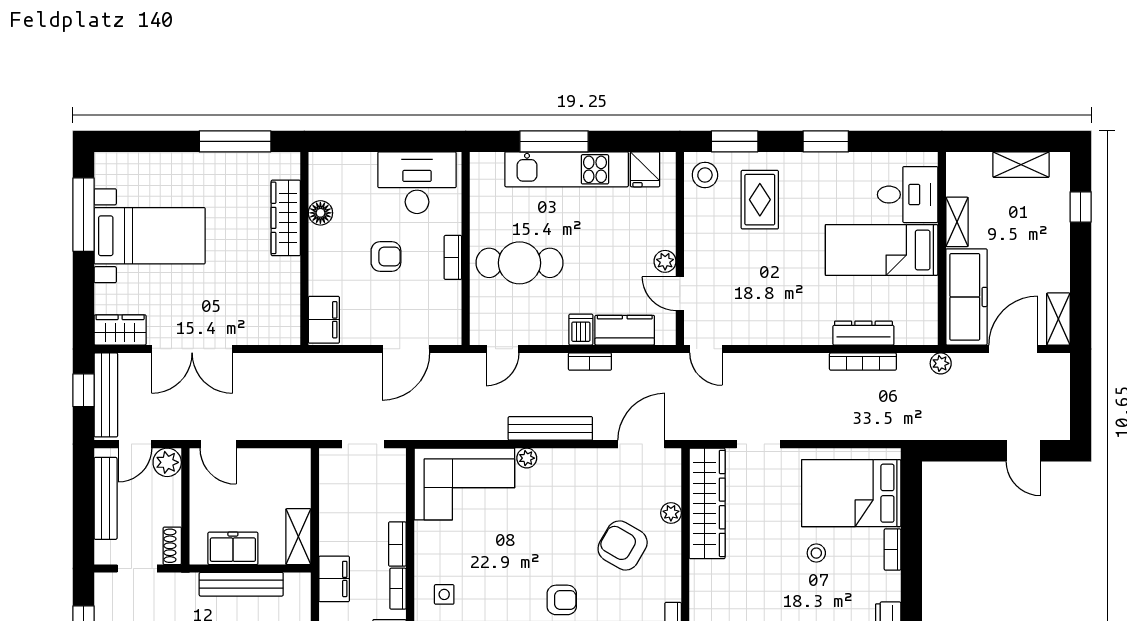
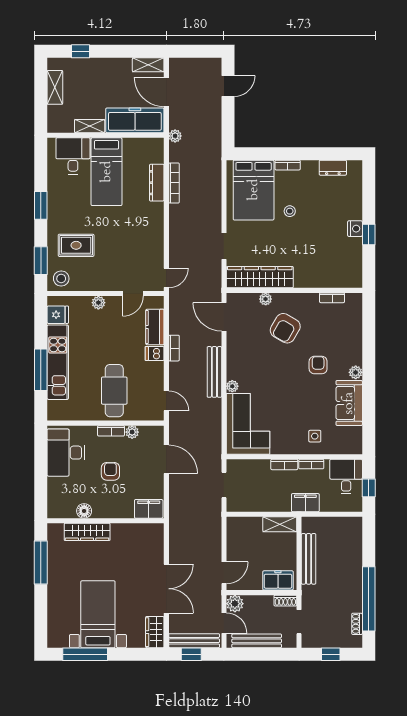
plant: (665, 261) -> (98, 303), moved
plant: (451, 292) -> (132, 432), added
freezer: (233, 548) -> (278, 580), moved, turned 90

